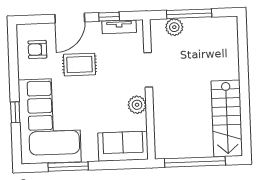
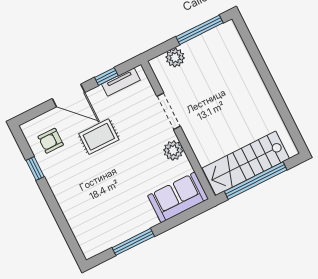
window: (189, 14) -> (200, 30), moved
door: (70, 18) -> (69, 95), hinge flipped
window: (15, 112) -> (35, 169), moved
stairs: (227, 118) -> (246, 163), moved, turned 90
corner sofa: (50, 121) -> (95, 205), removed

